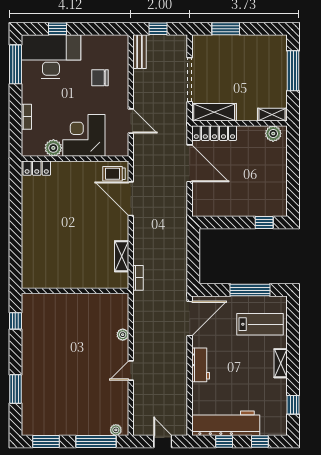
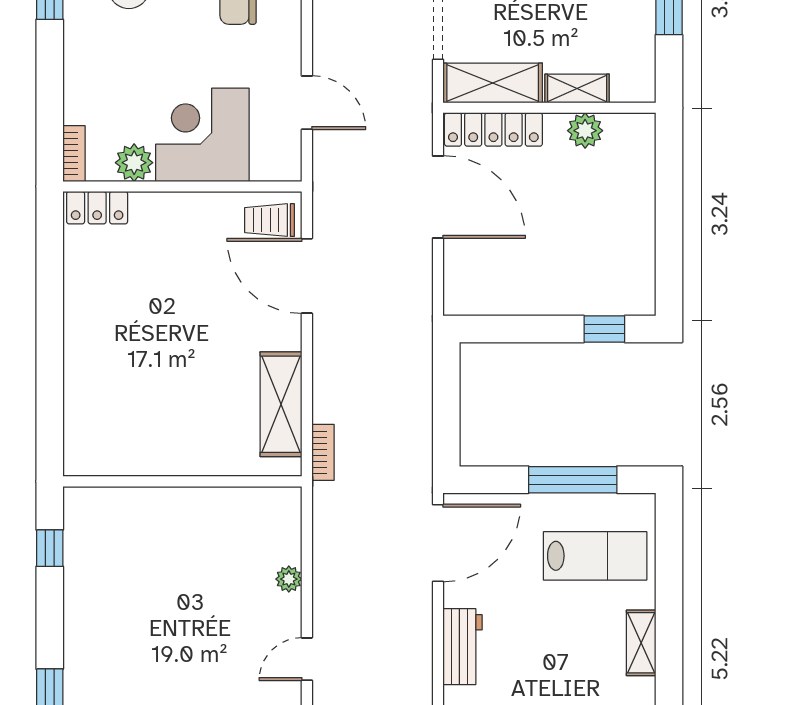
shelving: (272, 115) -> (577, 88), moved
bookcase: (26, 117) -> (74, 154), moved
plant: (273, 134) -> (585, 131), moved
shelving: (122, 256) -> (281, 404), width x1.50, depth x1.33

